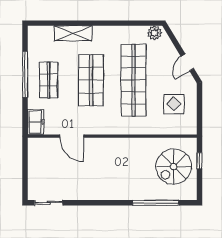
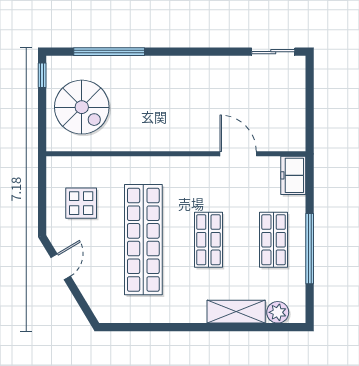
plant: (154, 33) -> (278, 312), moved
shop shelf: (91, 80) -> (208, 240), width x0.70, depth x0.74
window: (200, 161) -> (42, 75), moved
spiral stairs: (174, 167) -> (82, 107), turned 90

